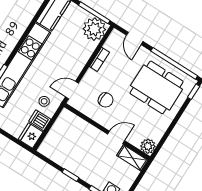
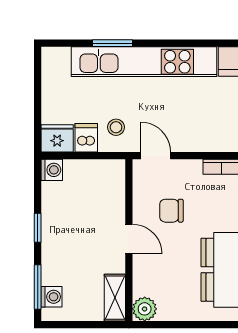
chair: (106, 100) -> (171, 211), turned 90
door: (116, 137) -> (129, 239), moved
washing machine: (45, 149) -> (52, 170), added

